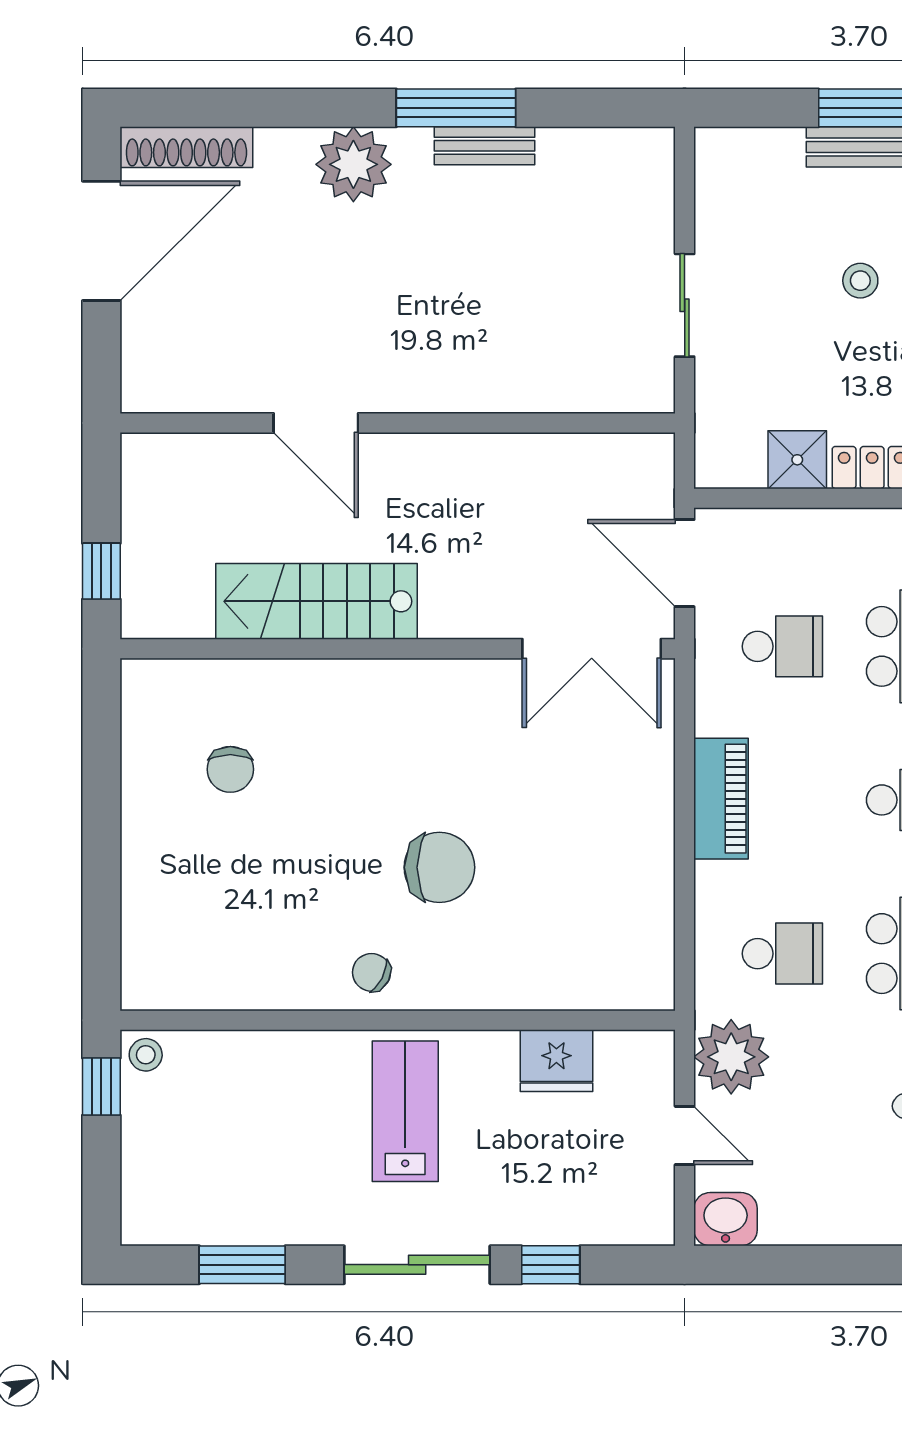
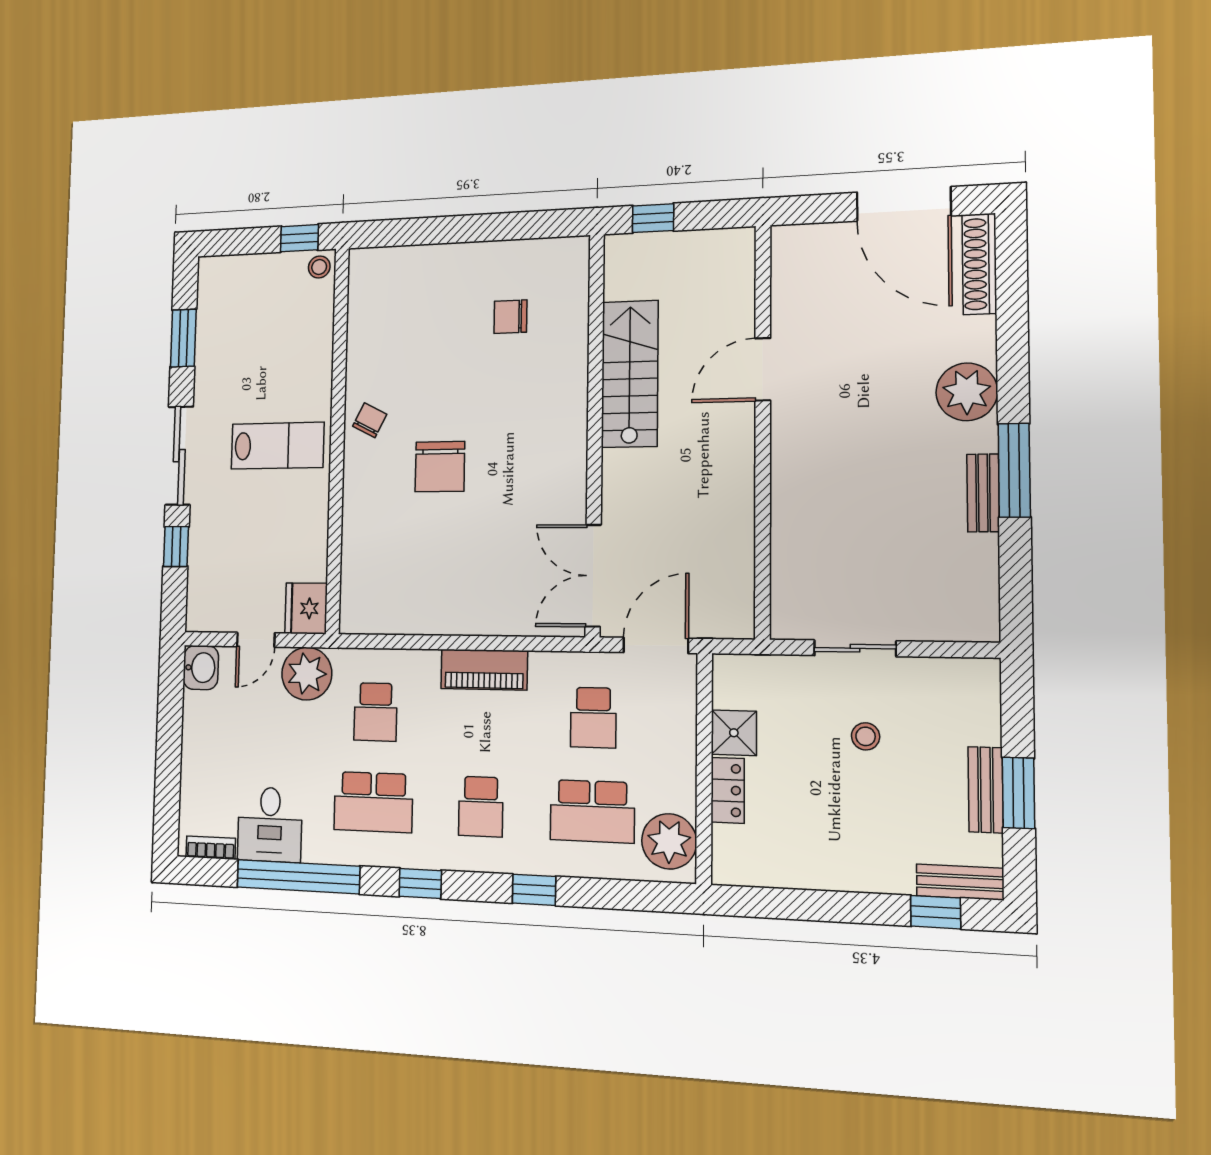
stool: (860, 281) -> (866, 736), moved
fridge: (556, 1061) -> (306, 608), moved

